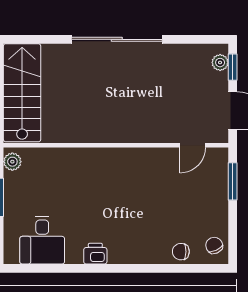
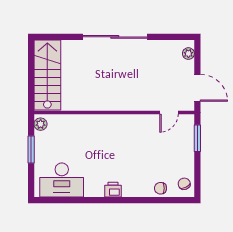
window: (233, 67) -> (197, 57), removed
desk: (42, 240) -> (62, 180), width x1.37
printer: (95, 254) -> (113, 190), moved

